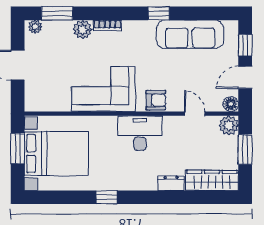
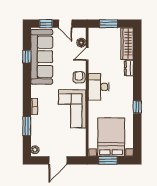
window: (57, 13) -> (27, 126), moved
window: (159, 13) -> (27, 57), moved
plant: (83, 30) -> (37, 121), removed
sofa: (190, 34) -> (42, 57), width x1.36, depth x1.27
floor lamp: (231, 104) -> (81, 43), moved
plant: (229, 125) -> (94, 34), removed

